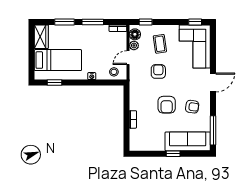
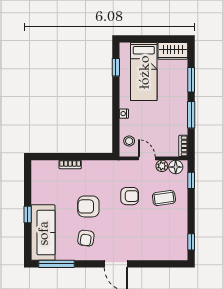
corner sofa: (195, 46) -> (161, 241), removed

